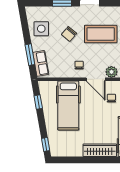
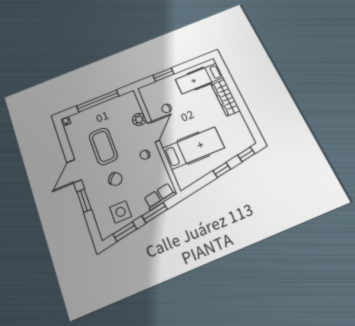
window: (25, 26) -> (125, 232), added
window: (38, 102) -> (222, 170), moved

